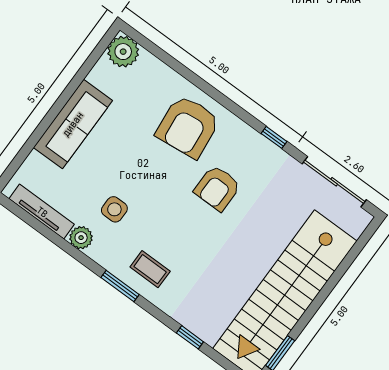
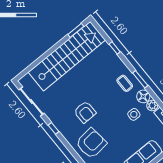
armchair: (217, 188) -> (85, 112), turned 90
floor lamp: (104, 252) -> (143, 96), added

